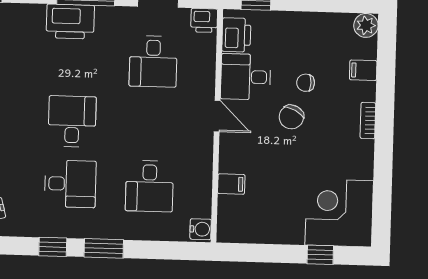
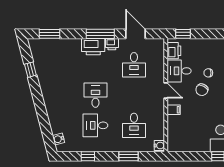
printer: (204, 20) -> (112, 44), moved
desk: (70, 184) -> (95, 125), turned 180
filing cabinet: (231, 184) -> (174, 110), moved
window: (104, 248) -> (129, 156), moved

